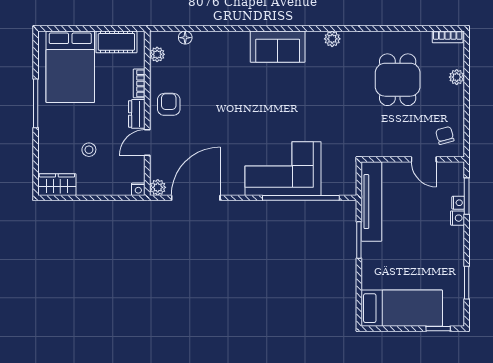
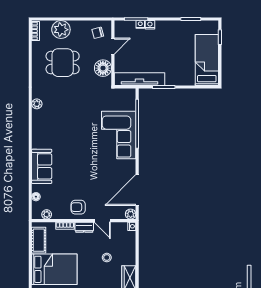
sofa: (278, 47) -> (42, 166), moved
plant: (457, 77) -> (61, 30), width x1.88, depth x1.88
floor lamp: (389, 144) -> (103, 68), added
door: (196, 198) -> (137, 190), hinge flipped

